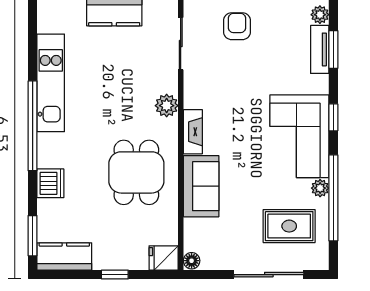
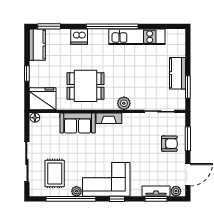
fridge: (164, 258) -> (43, 99), width x1.88, depth x1.34

